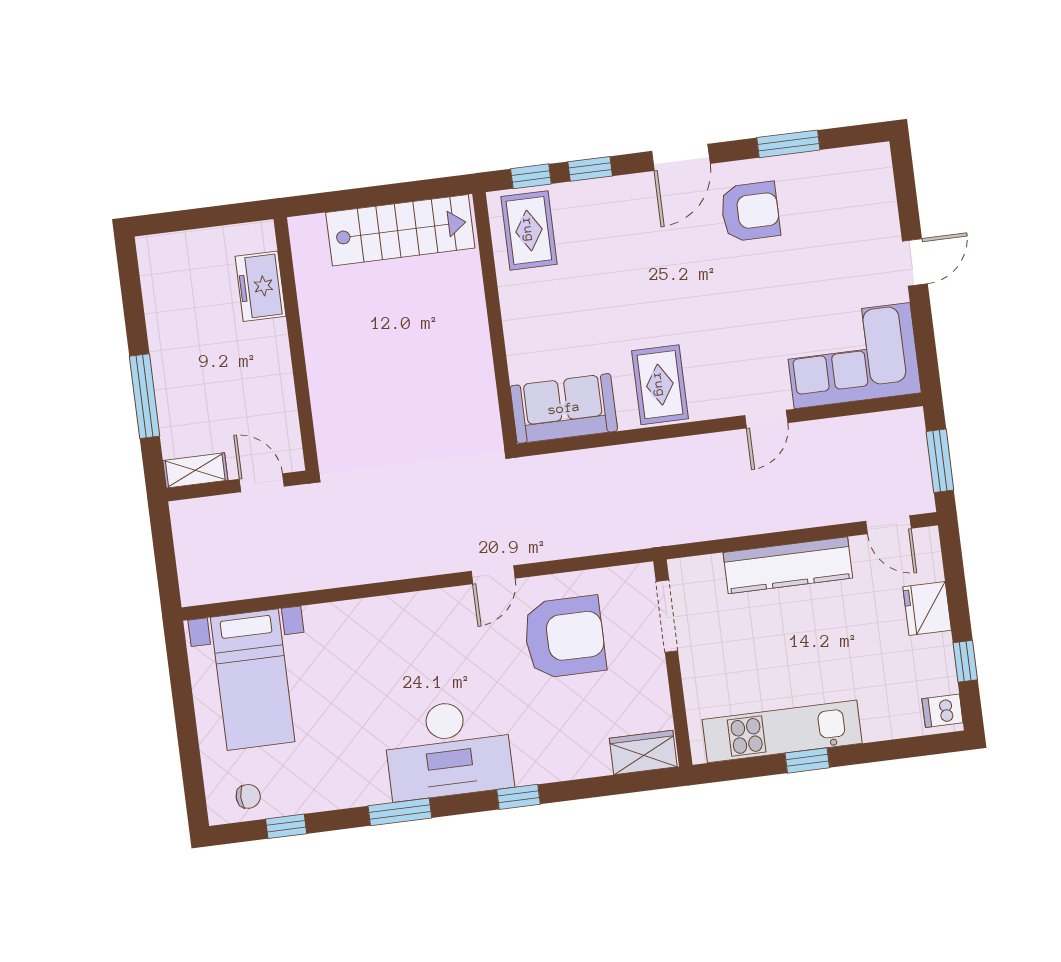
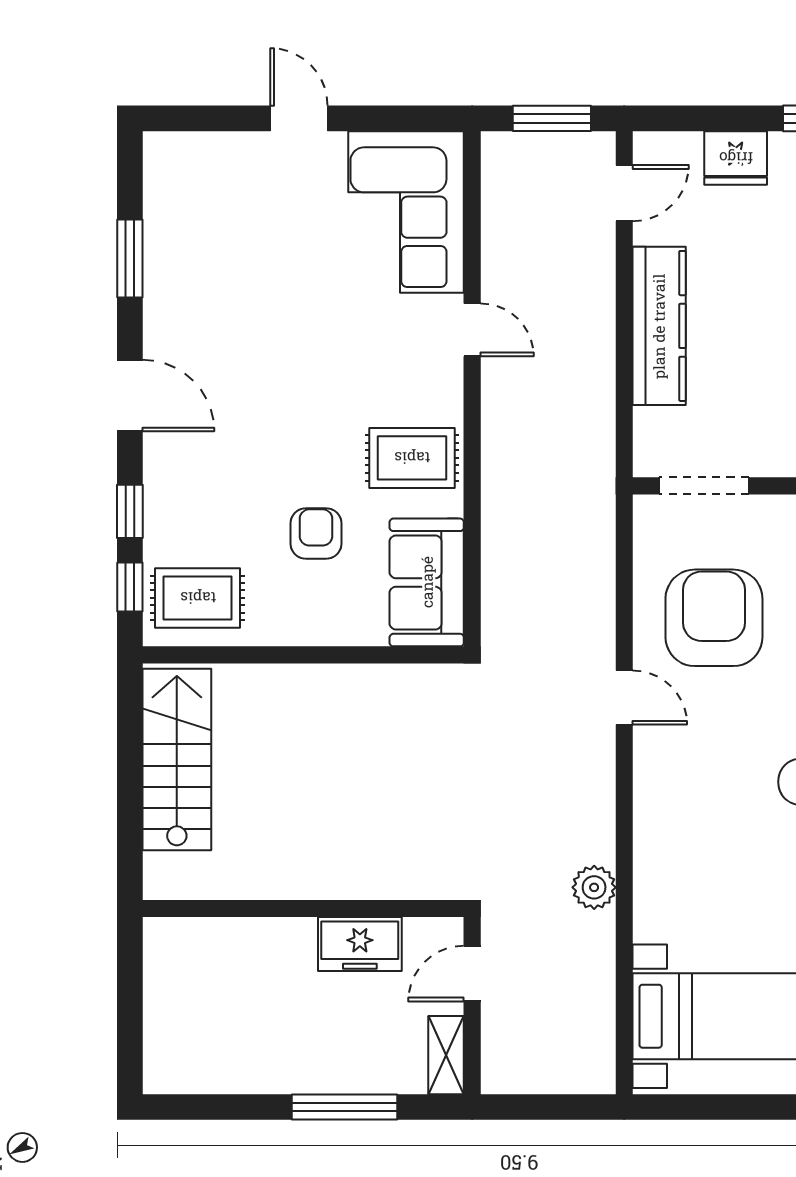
armchair: (750, 212) -> (316, 533), moved, width x0.72, depth x0.72
freezer: (260, 286) -> (360, 944), moved
plant: (341, 570) -> (594, 887), added

